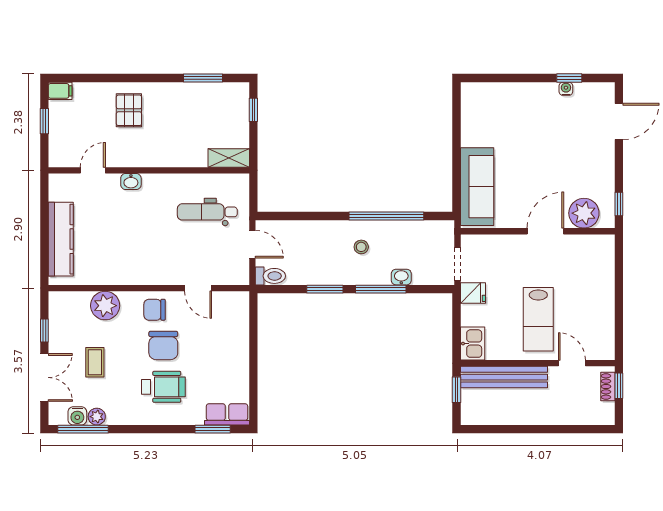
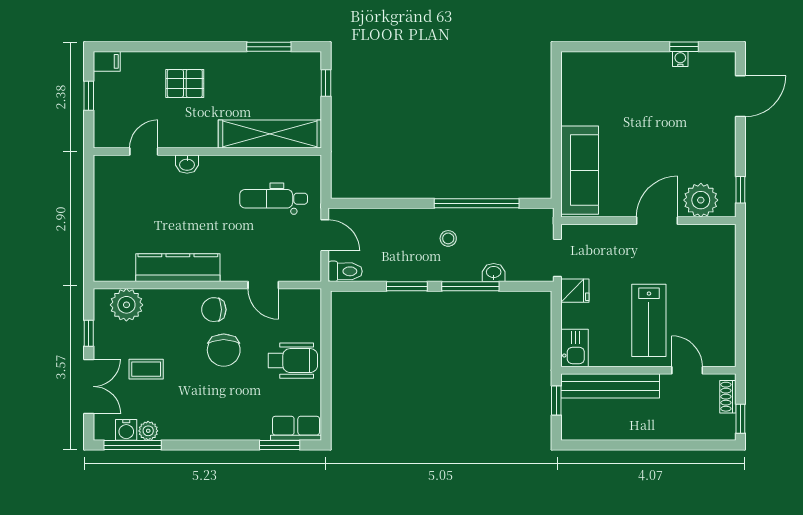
pallet: (129, 110) -> (185, 83), turned 90
shelving: (229, 158) -> (270, 134), width x2.20, depth x1.33
kitchen counter: (61, 239) -> (178, 268), moved, turned -90
plant: (105, 306) -> (126, 305), moved
coffee table: (95, 362) -> (146, 369), turned 90
window: (619, 386) -> (740, 419), moved
wheelchair: (163, 387) -> (293, 361), moved

